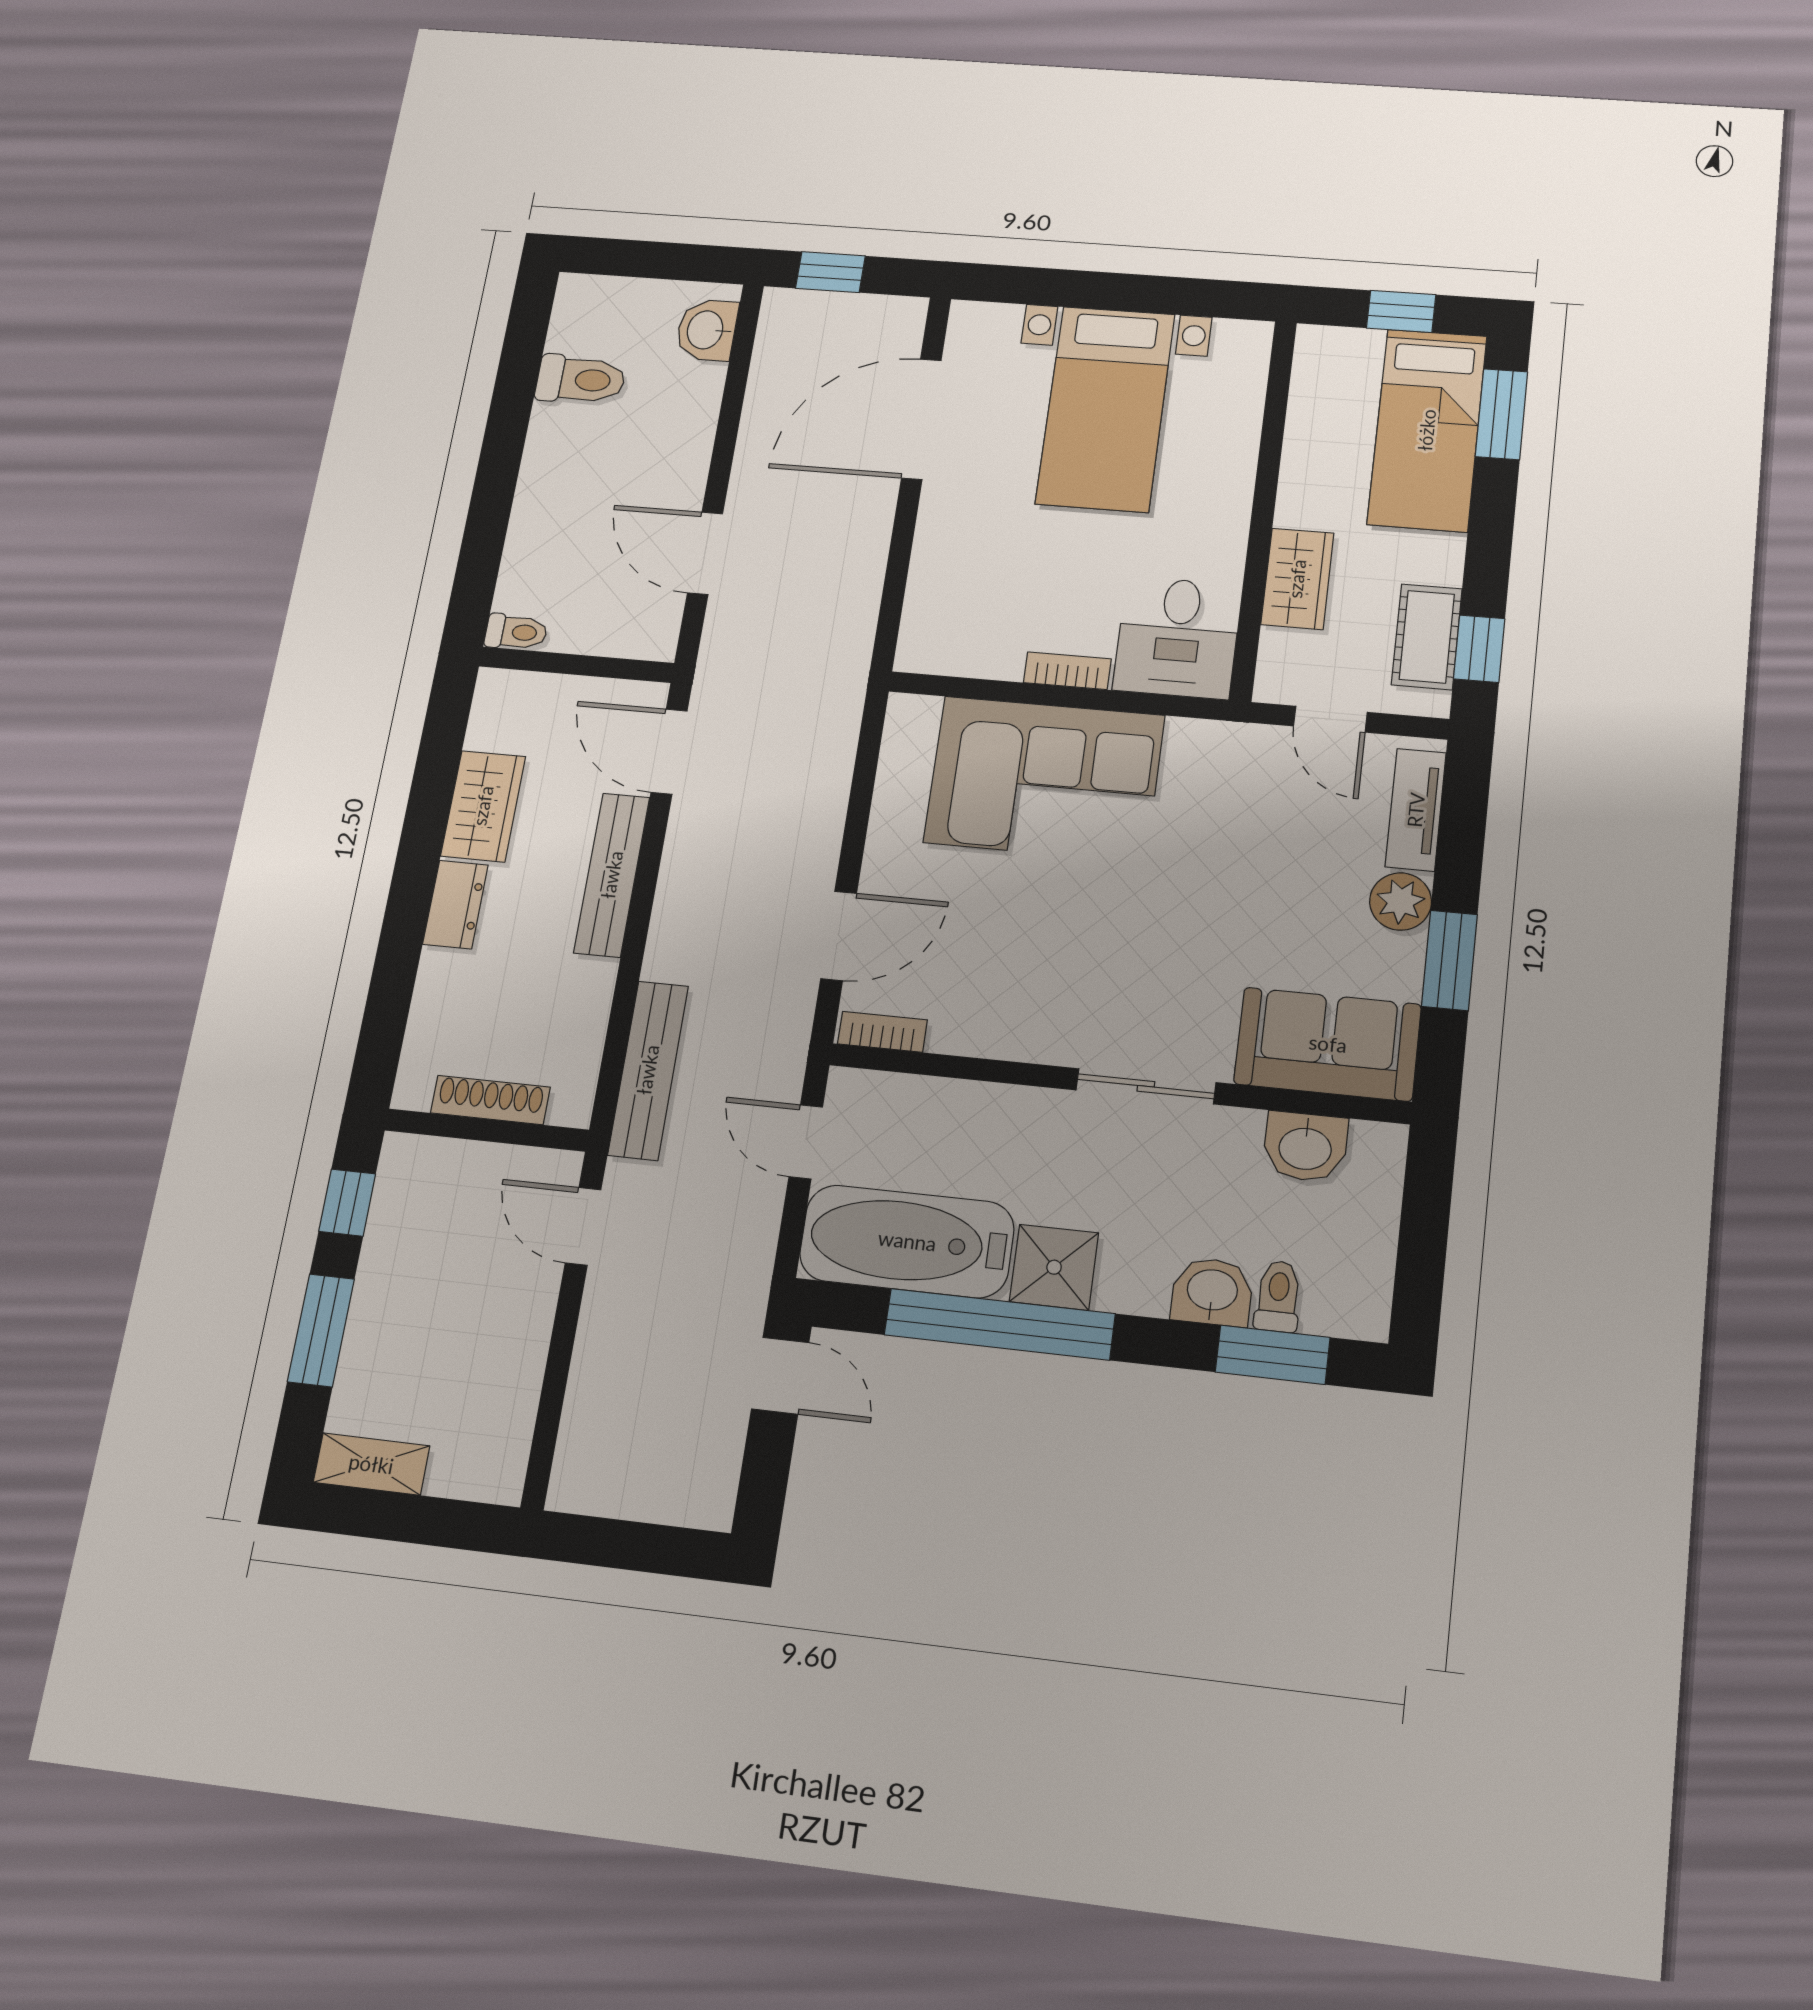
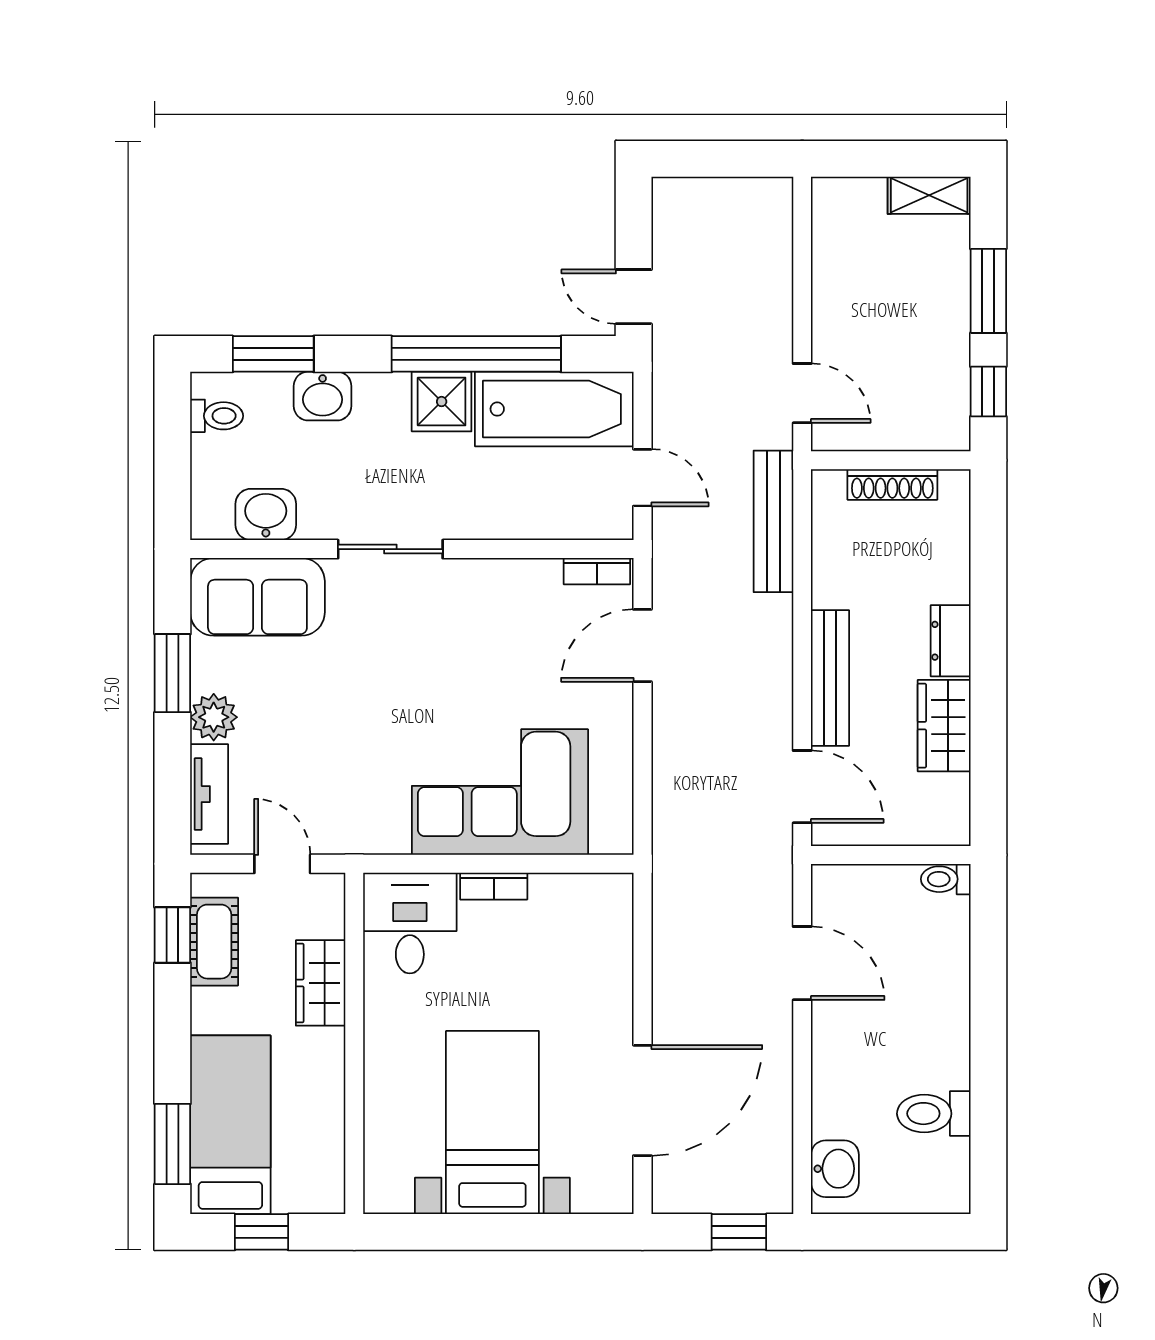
toilet: (1278, 1296) -> (217, 416), moved, turned -90

